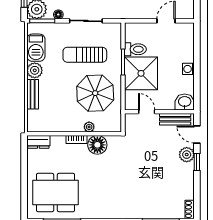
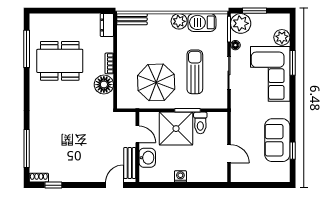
bench: (33, 94) -> (132, 19), moved
washbasin: (185, 102) -> (147, 158), moved
door: (147, 112) -> (137, 134), hinge flipped
plant: (89, 127) -> (122, 76), removed
plant: (187, 155) -> (94, 175), removed
window: (197, 162) -> (53, 185), moved
dining table: (56, 193) -> (60, 61), moved, turned 90

